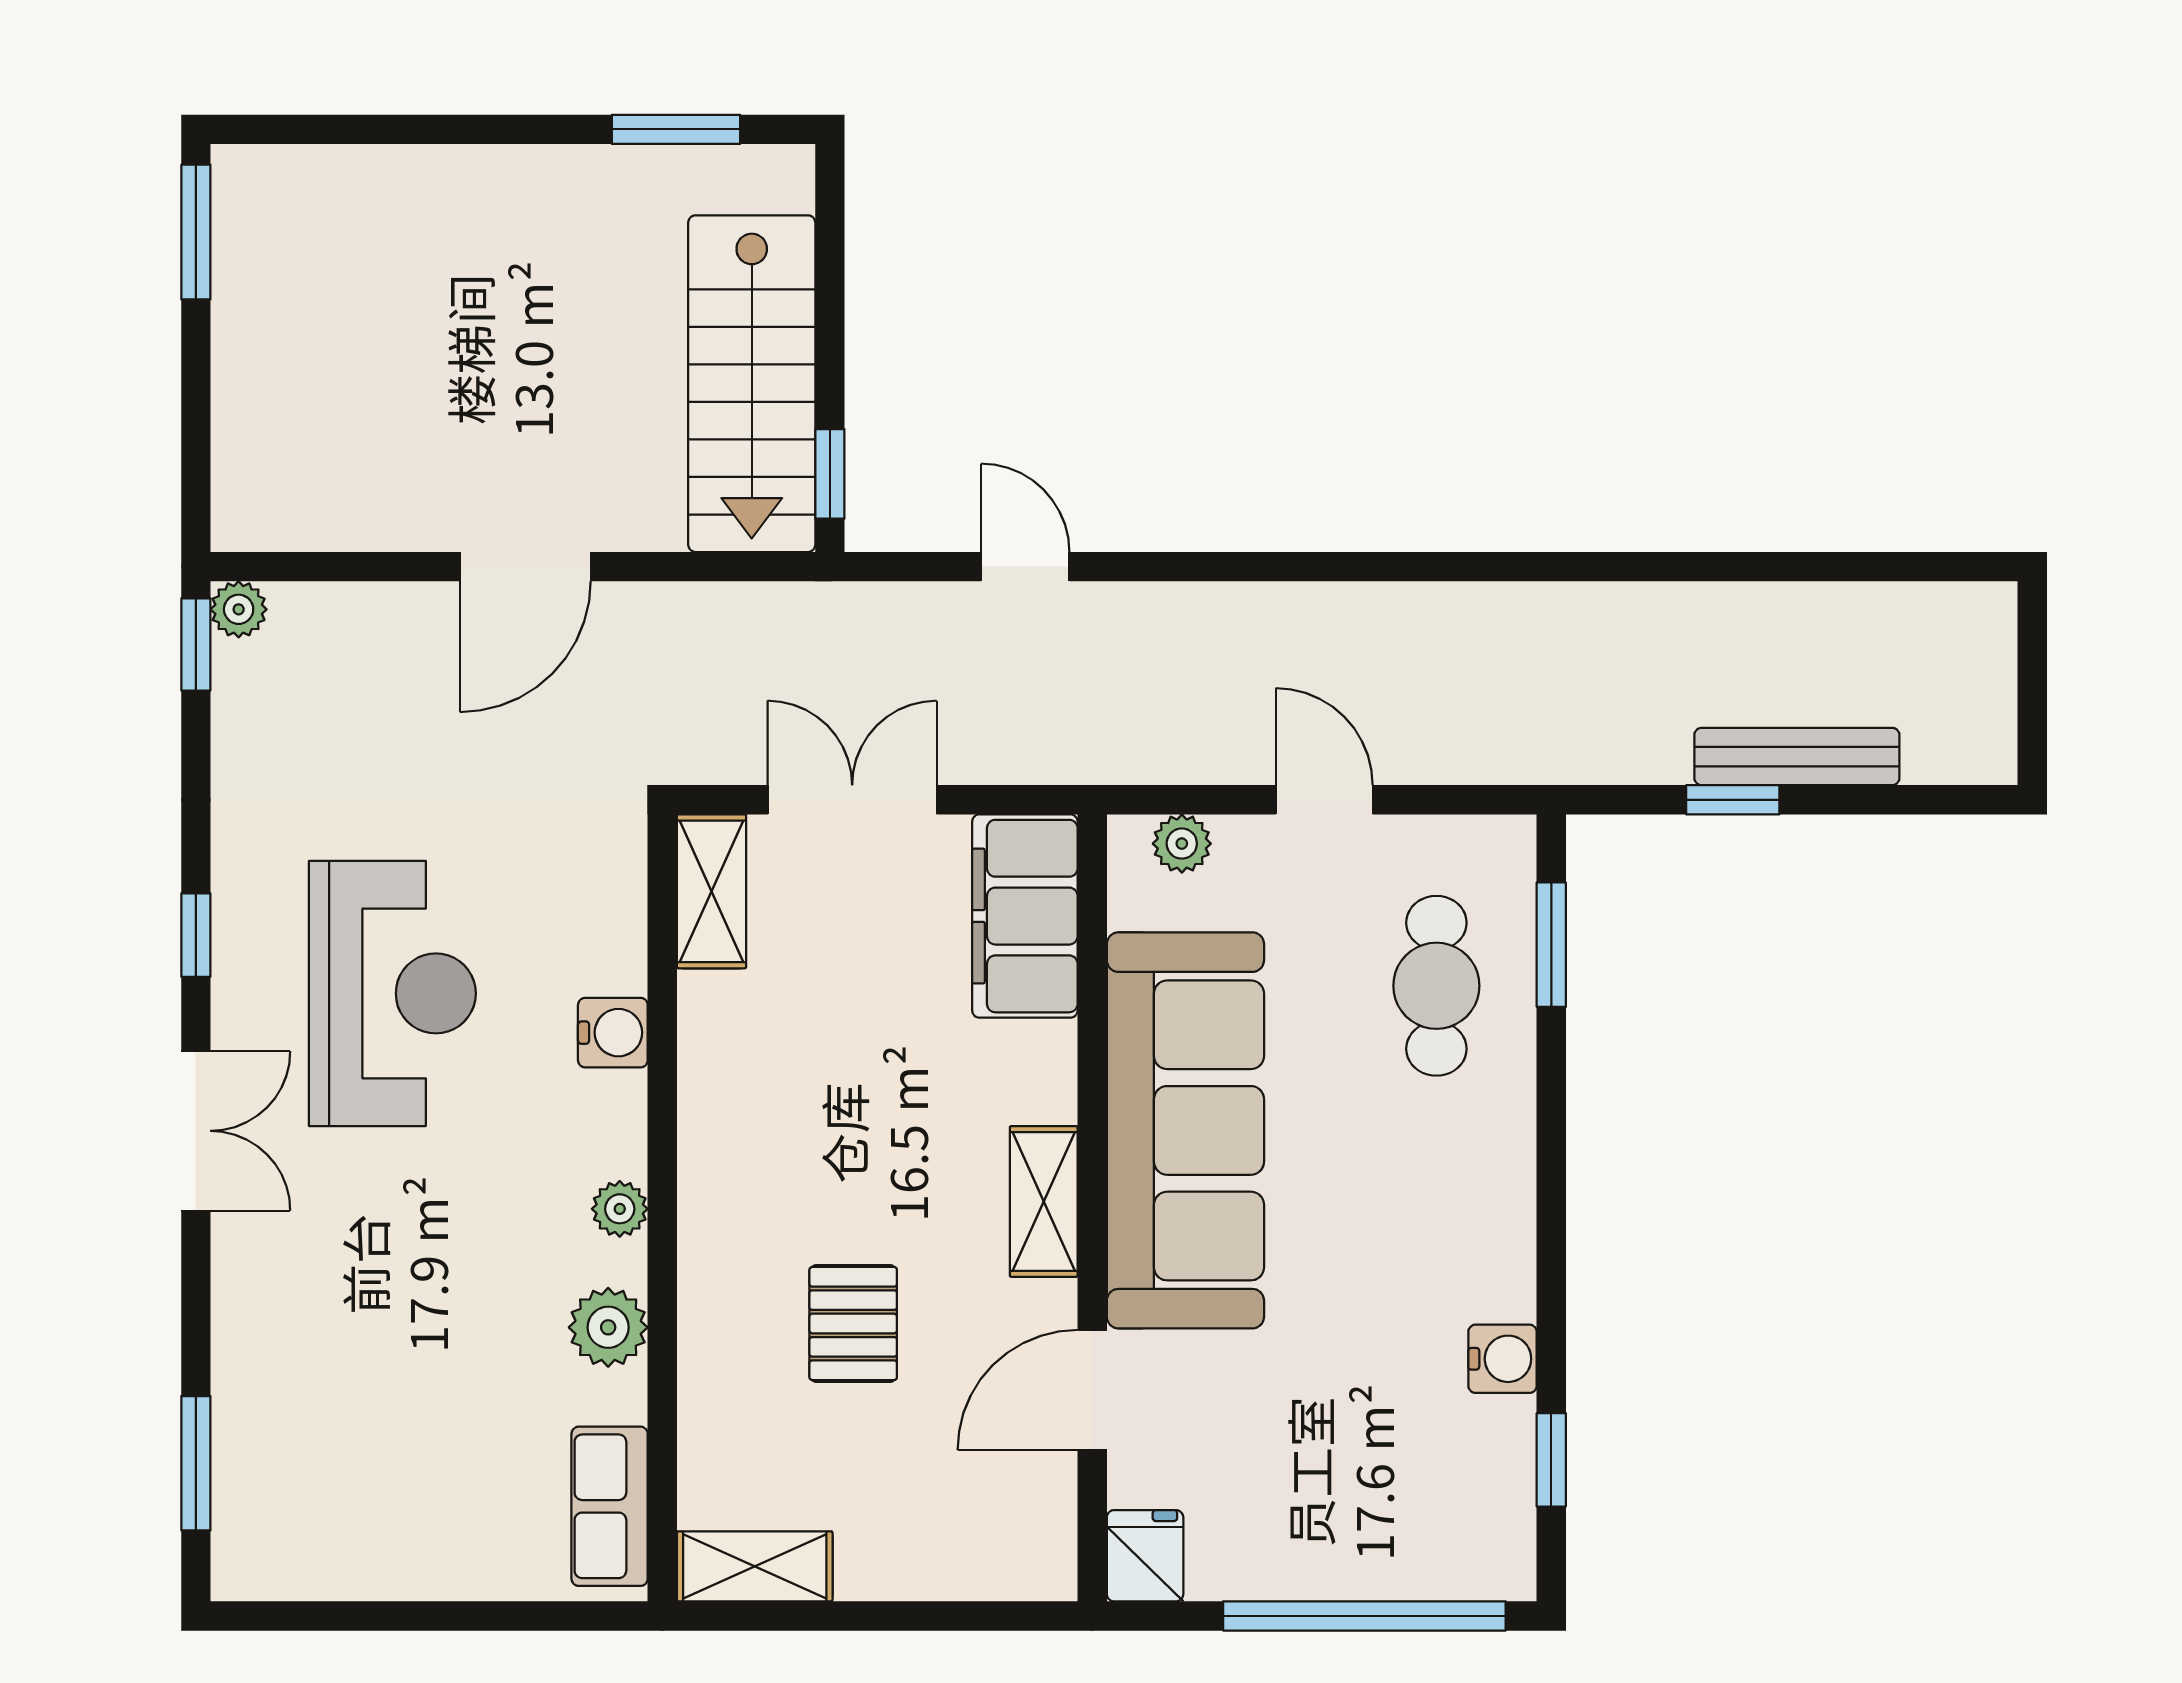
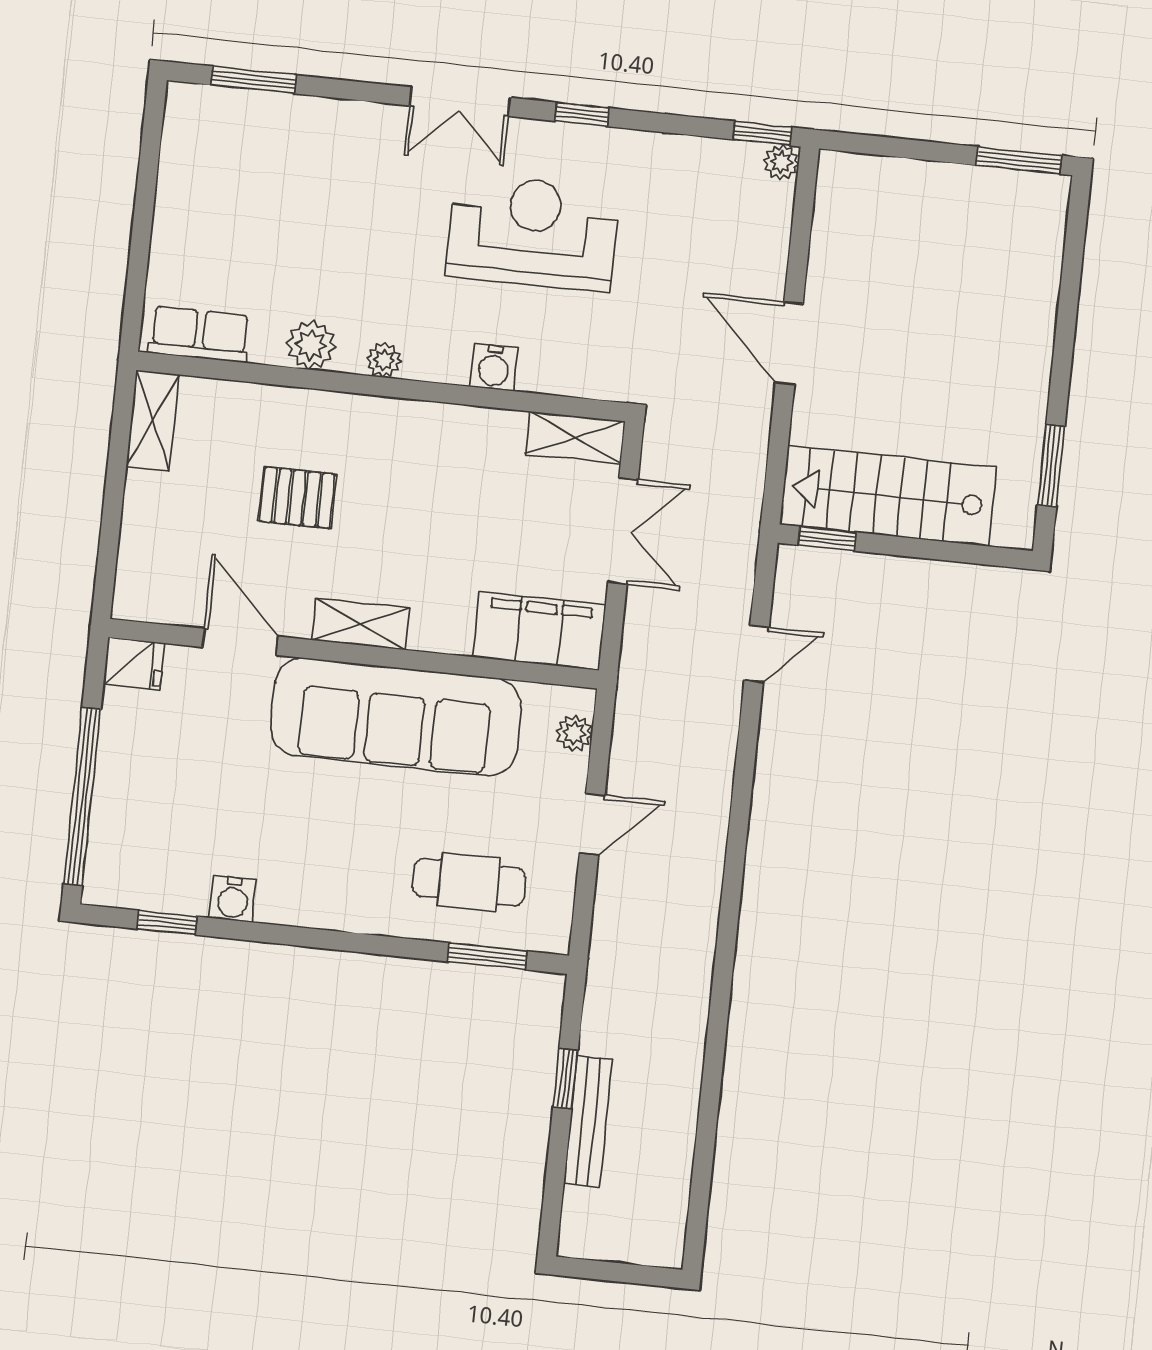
reception desk: (392, 993) -> (533, 233), turned 180

